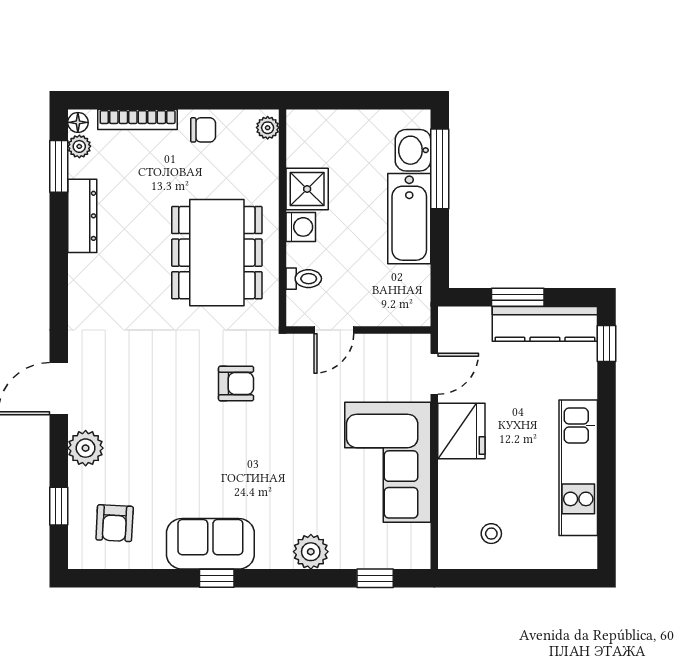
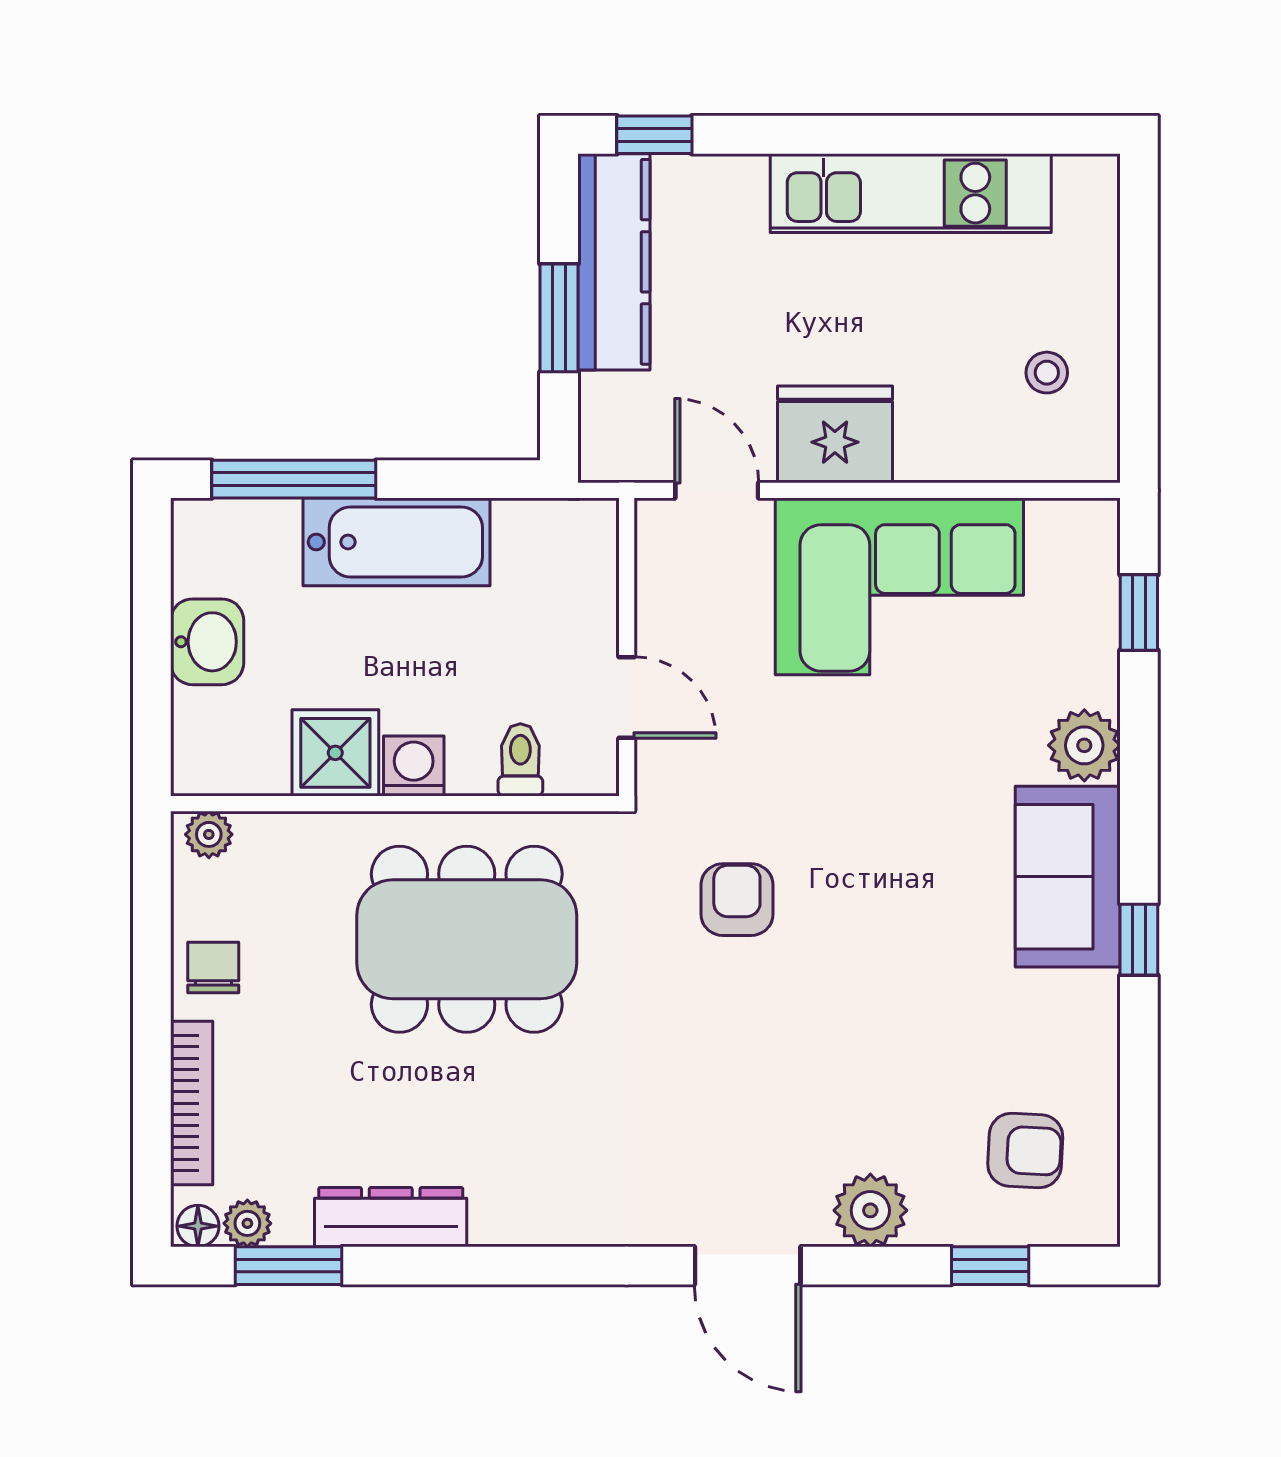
washbasin: (413, 150) -> (207, 642), moved, turned -90
sofa: (210, 544) -> (1068, 877), moved

